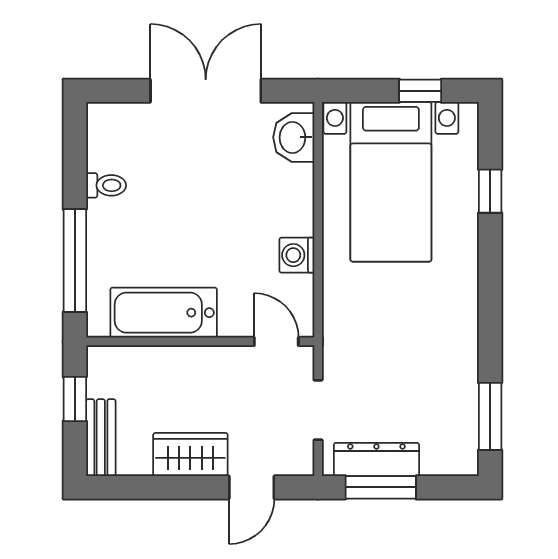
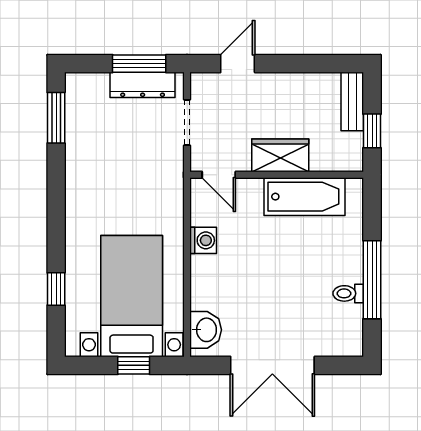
window: (420, 91) -> (134, 365), moved
window: (75, 261) -> (372, 280), moved
wardrobe: (190, 455) -> (280, 155), moved, turned 180

